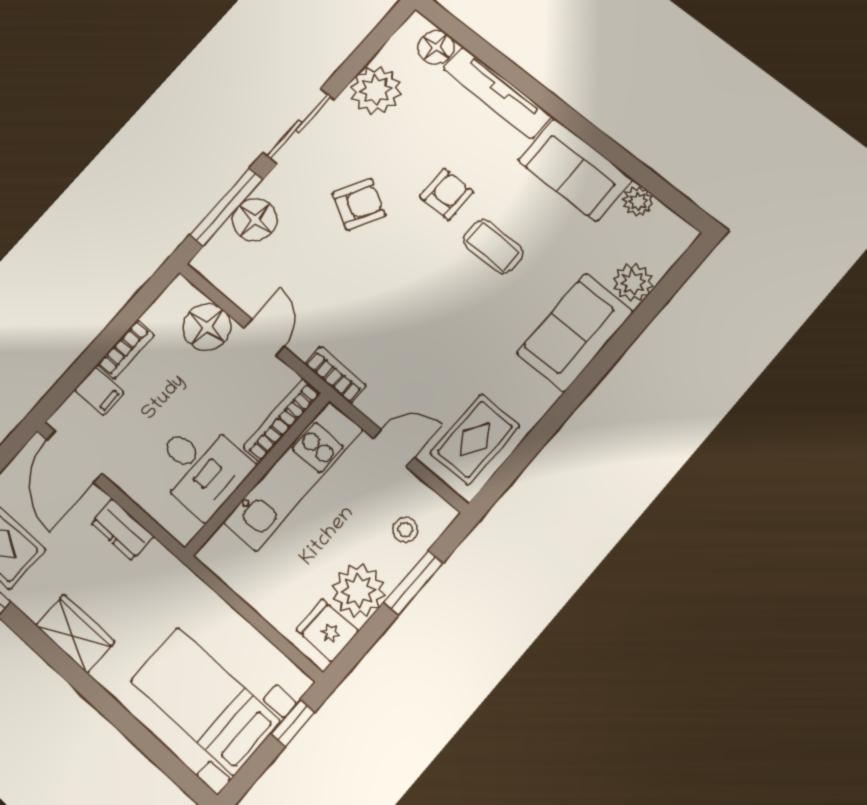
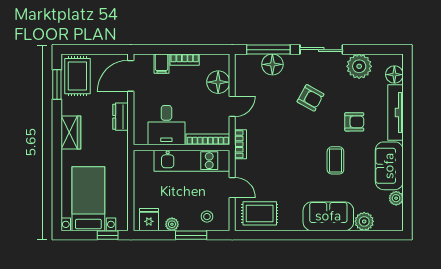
armchair: (447, 194) -> (354, 122), moved
plant: (358, 591) -> (172, 224), width x0.53, depth x0.53

